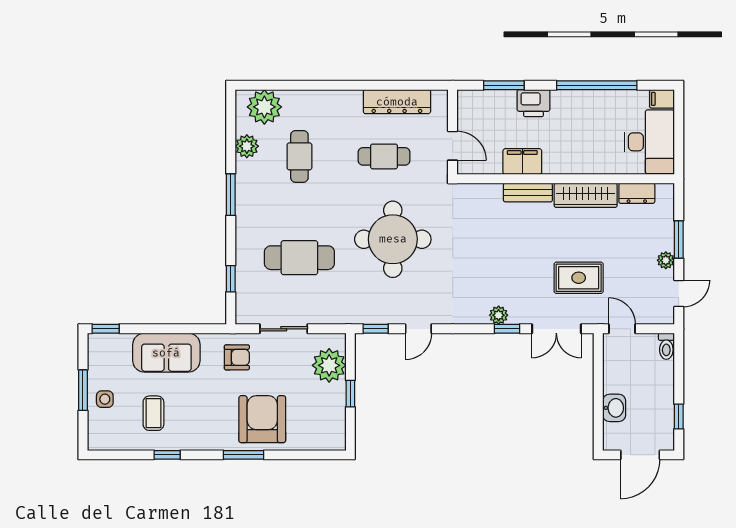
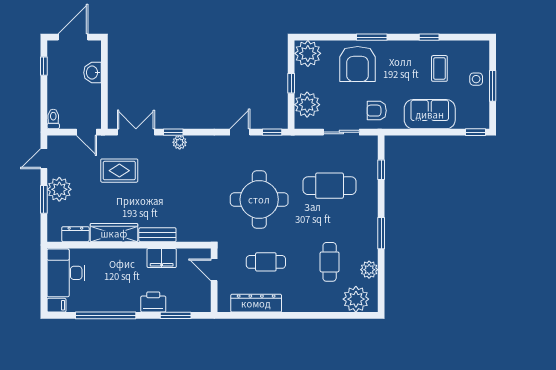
plant: (666, 260) -> (59, 189), width x1.88, depth x1.88
plant: (328, 433) -> (308, 53), added

